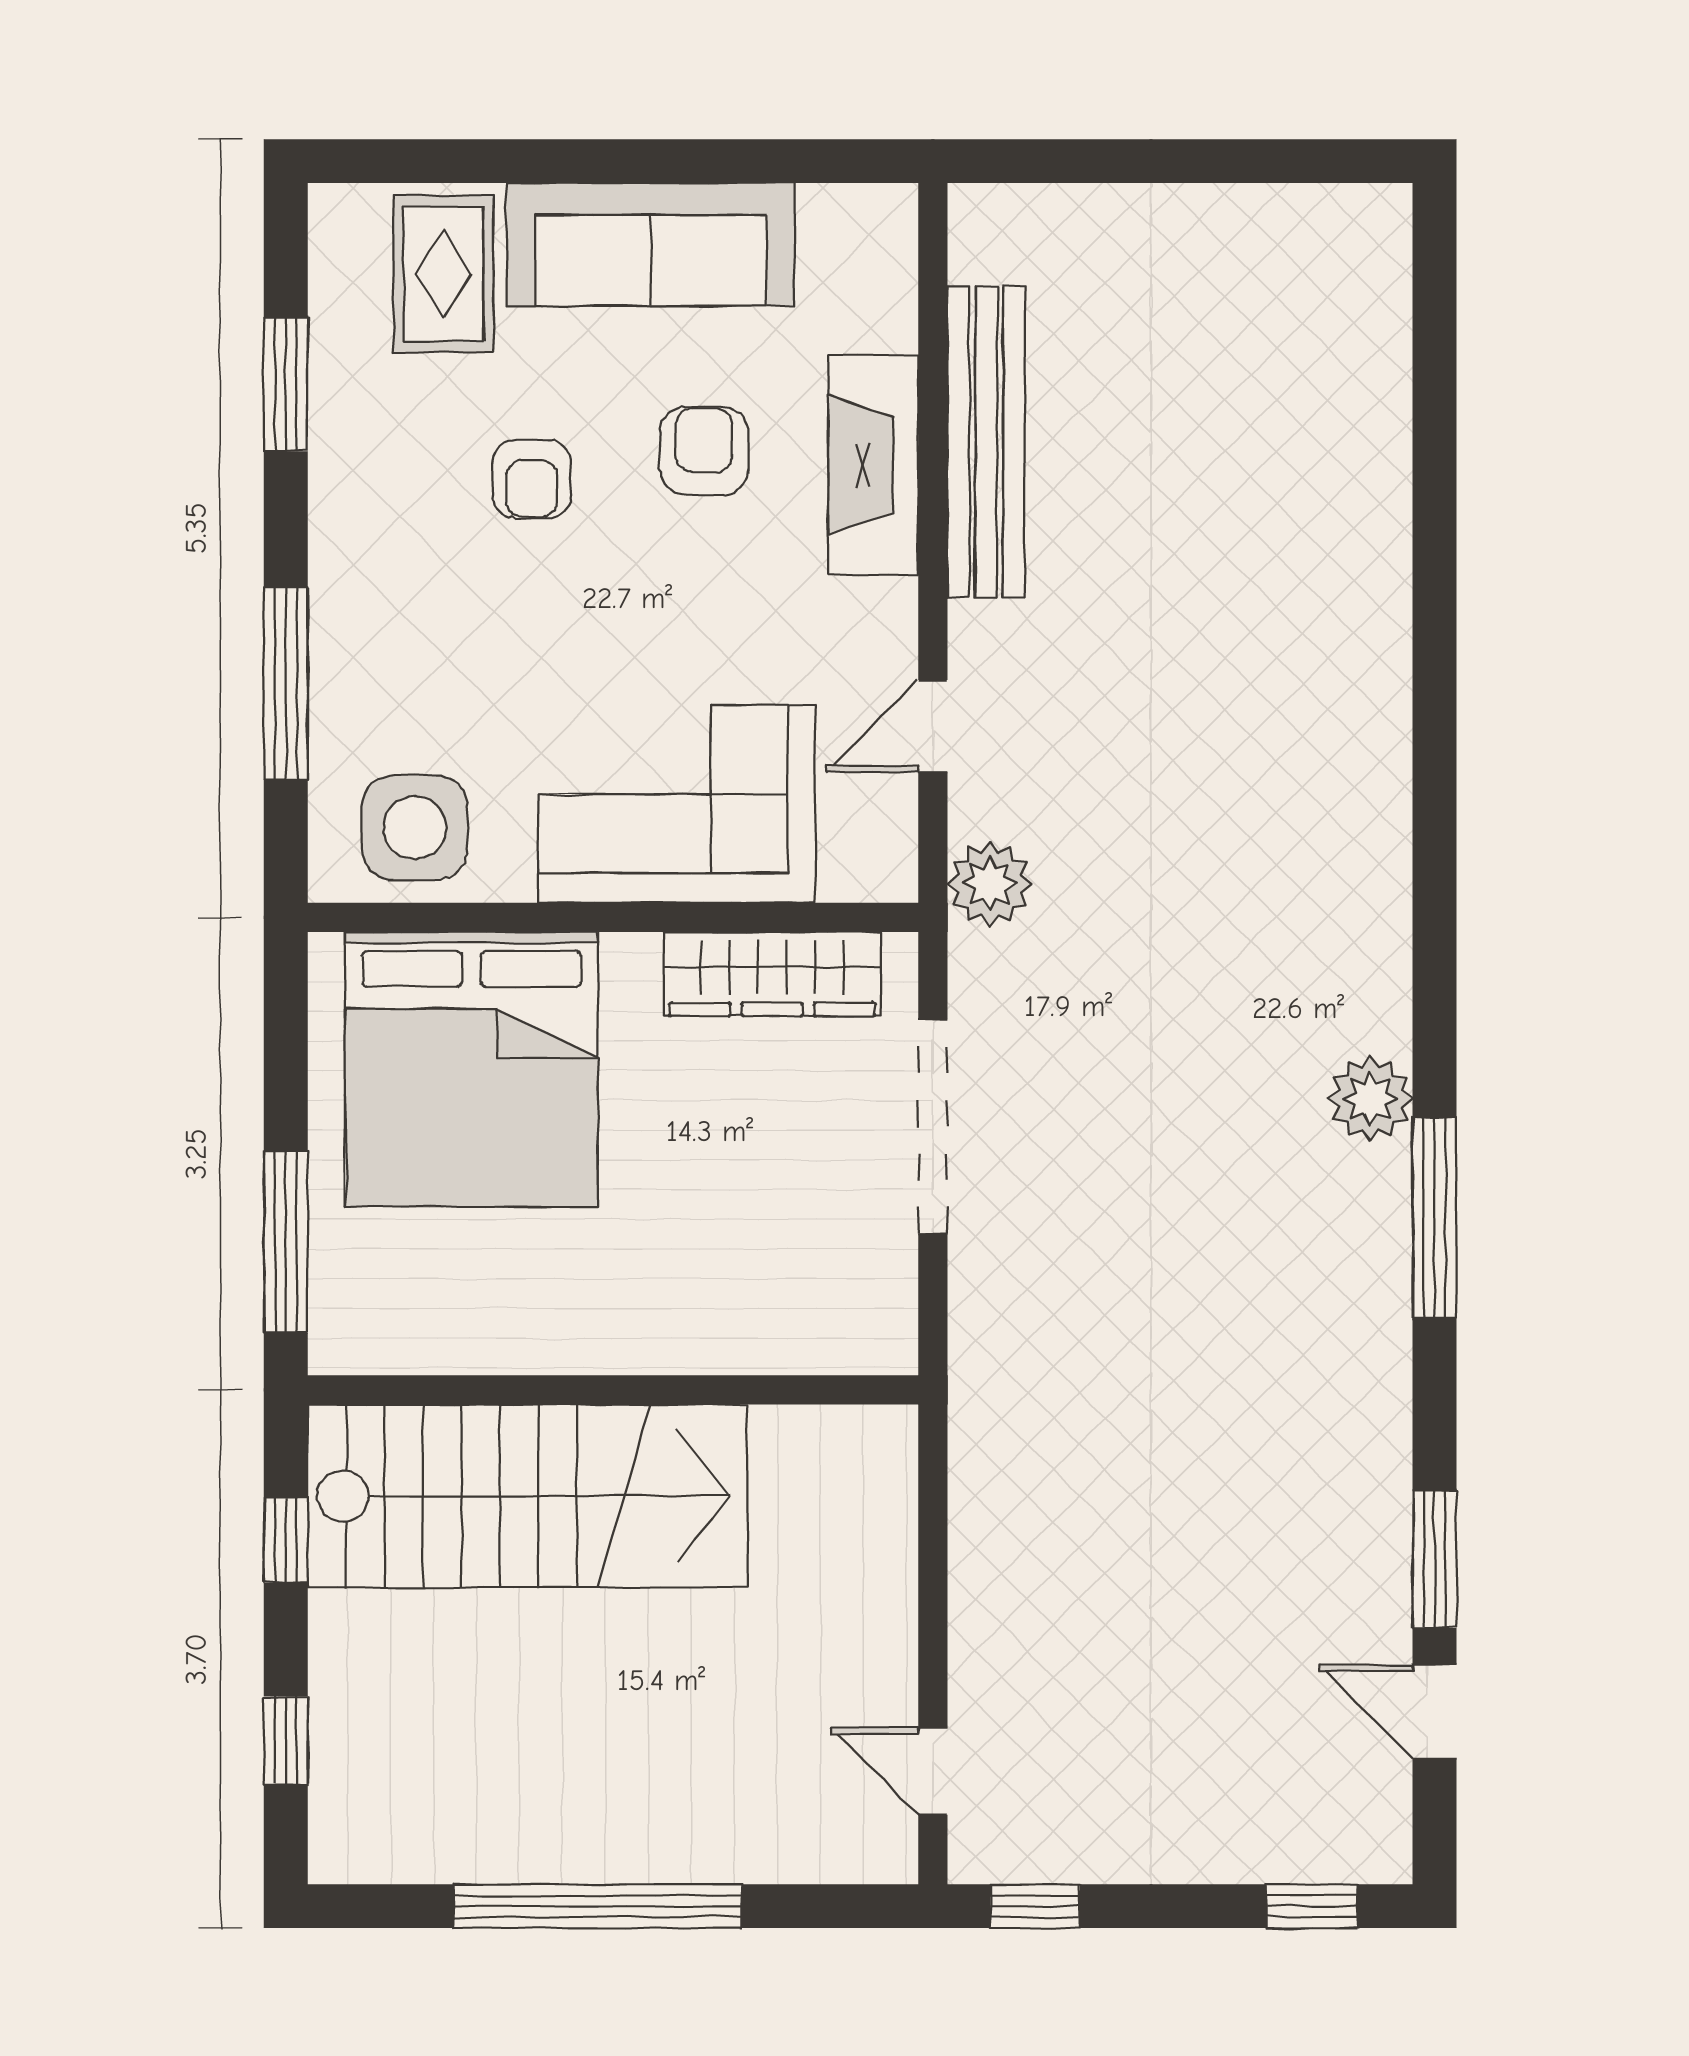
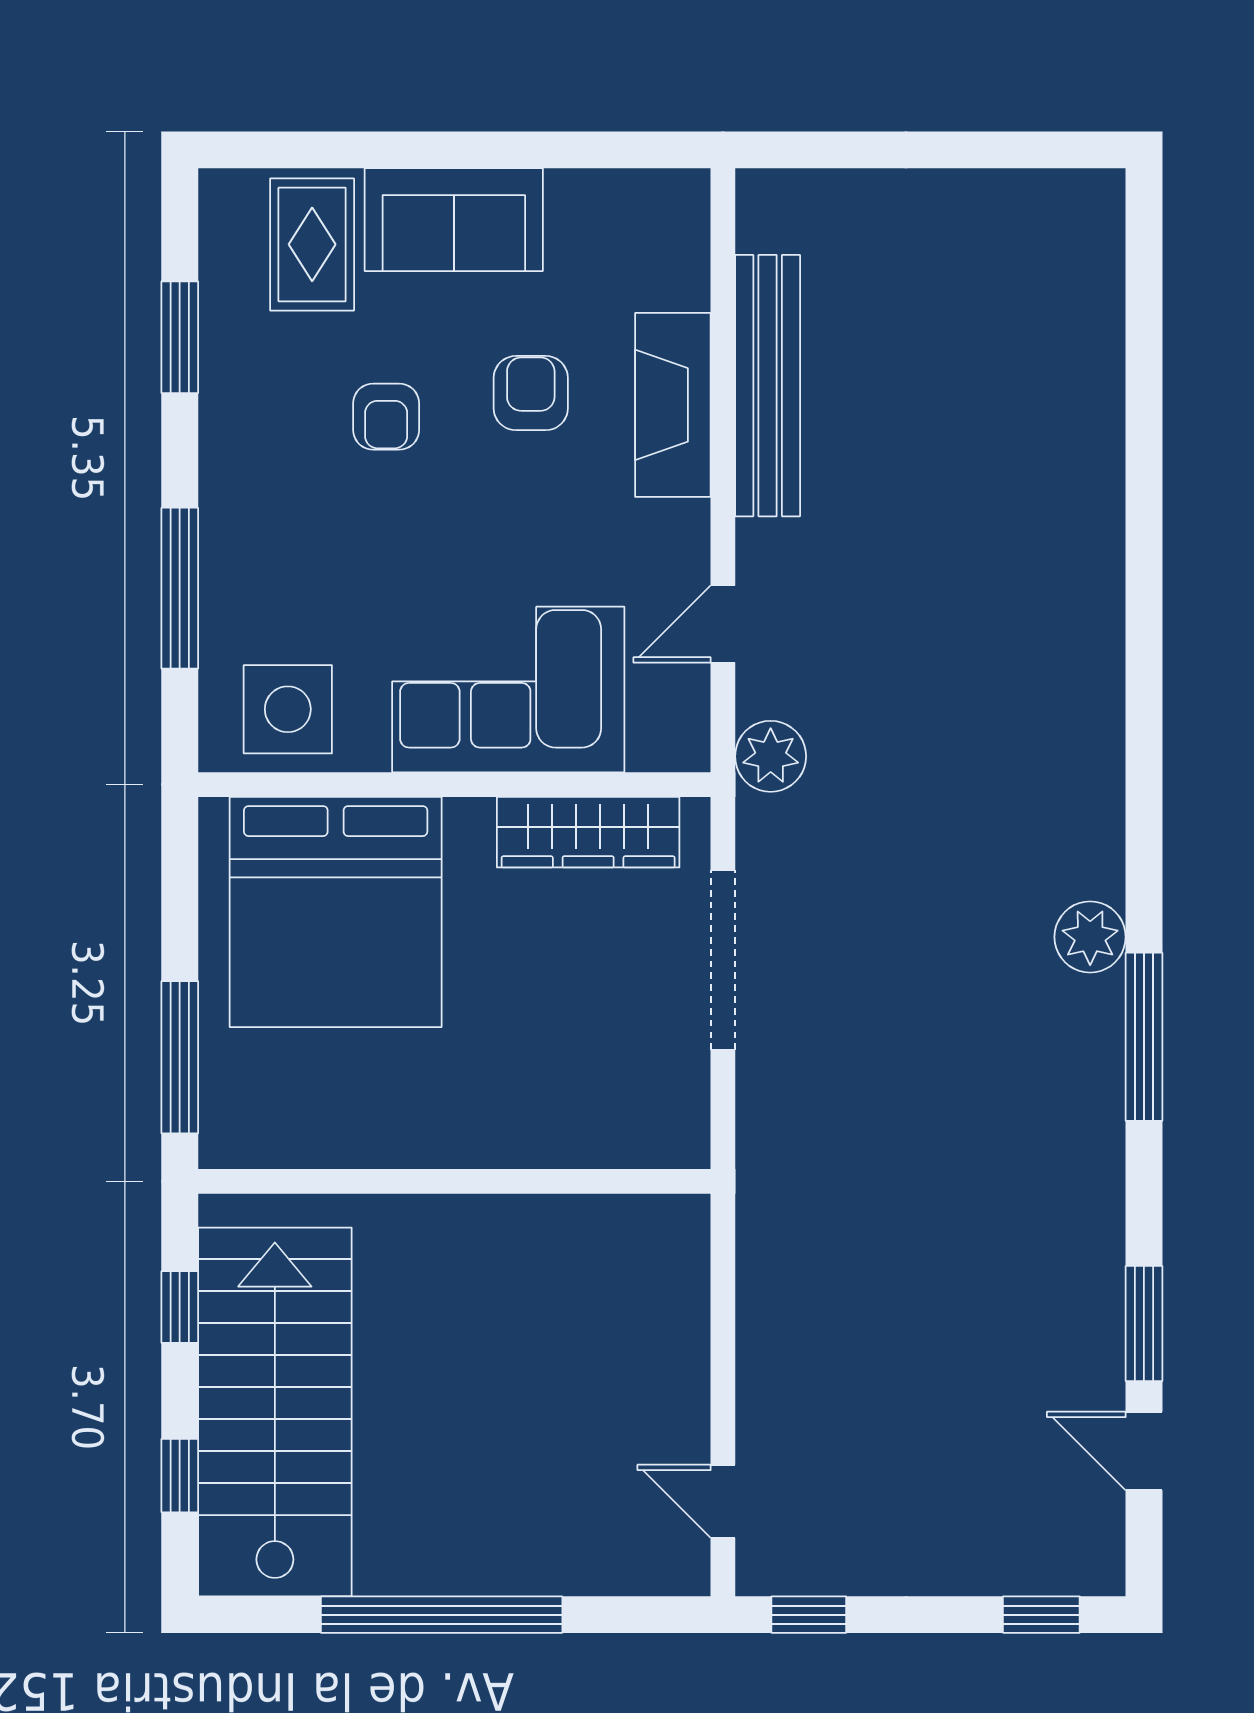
sofa: (651, 244) -> (454, 220), width x0.73
stairs: (527, 1496) -> (275, 1412), moved, turned -90

